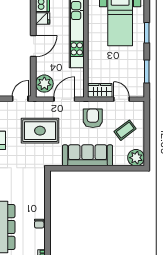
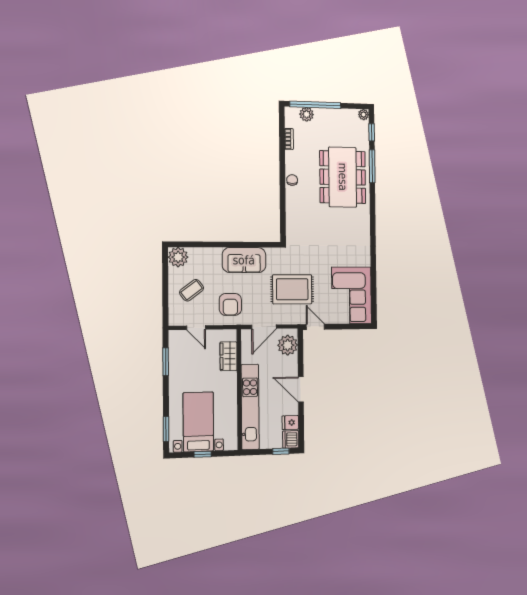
window: (147, 33) -> (166, 429), moved
door: (33, 46) -> (301, 389), hinge flipped
wardrobe: (100, 90) -> (229, 356), moved, turned 90
door: (20, 99) -> (315, 327), swing flipped
sofa: (88, 155) -> (244, 260), width x0.73

